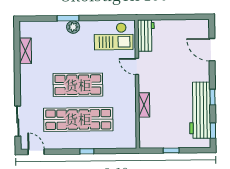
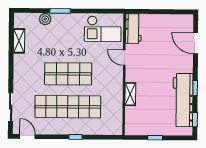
plant: (73, 27) -> (45, 19), moved

